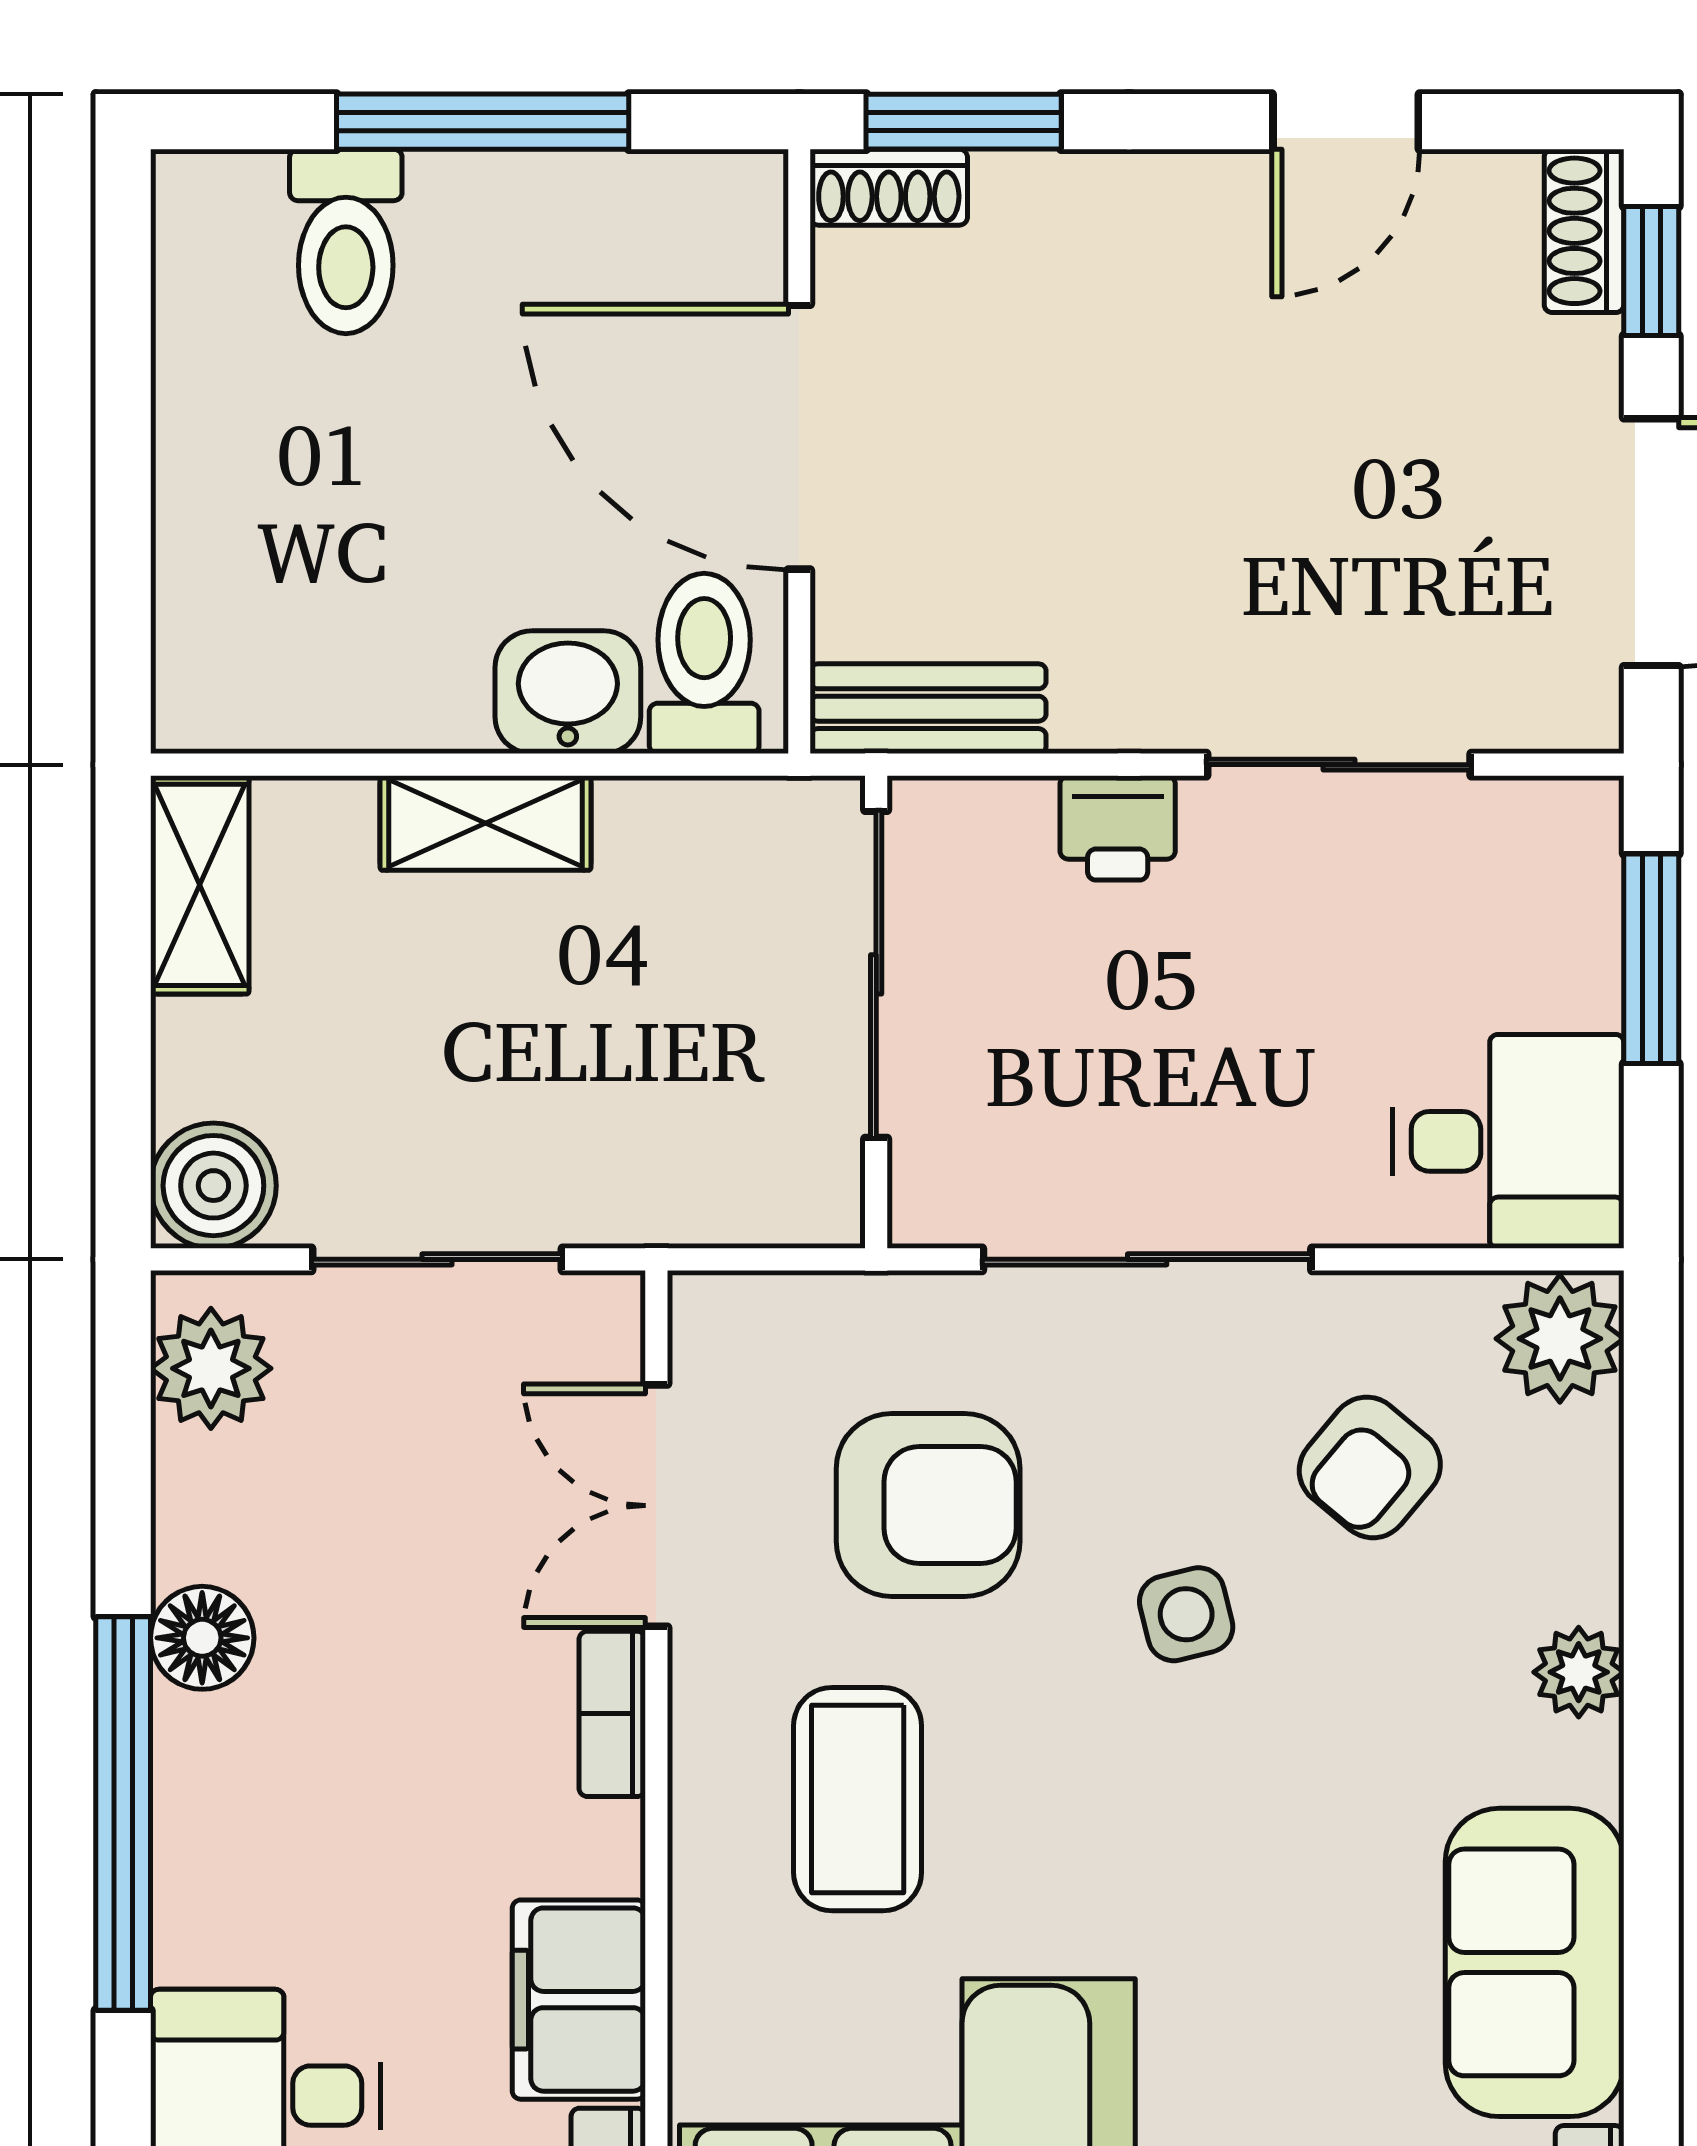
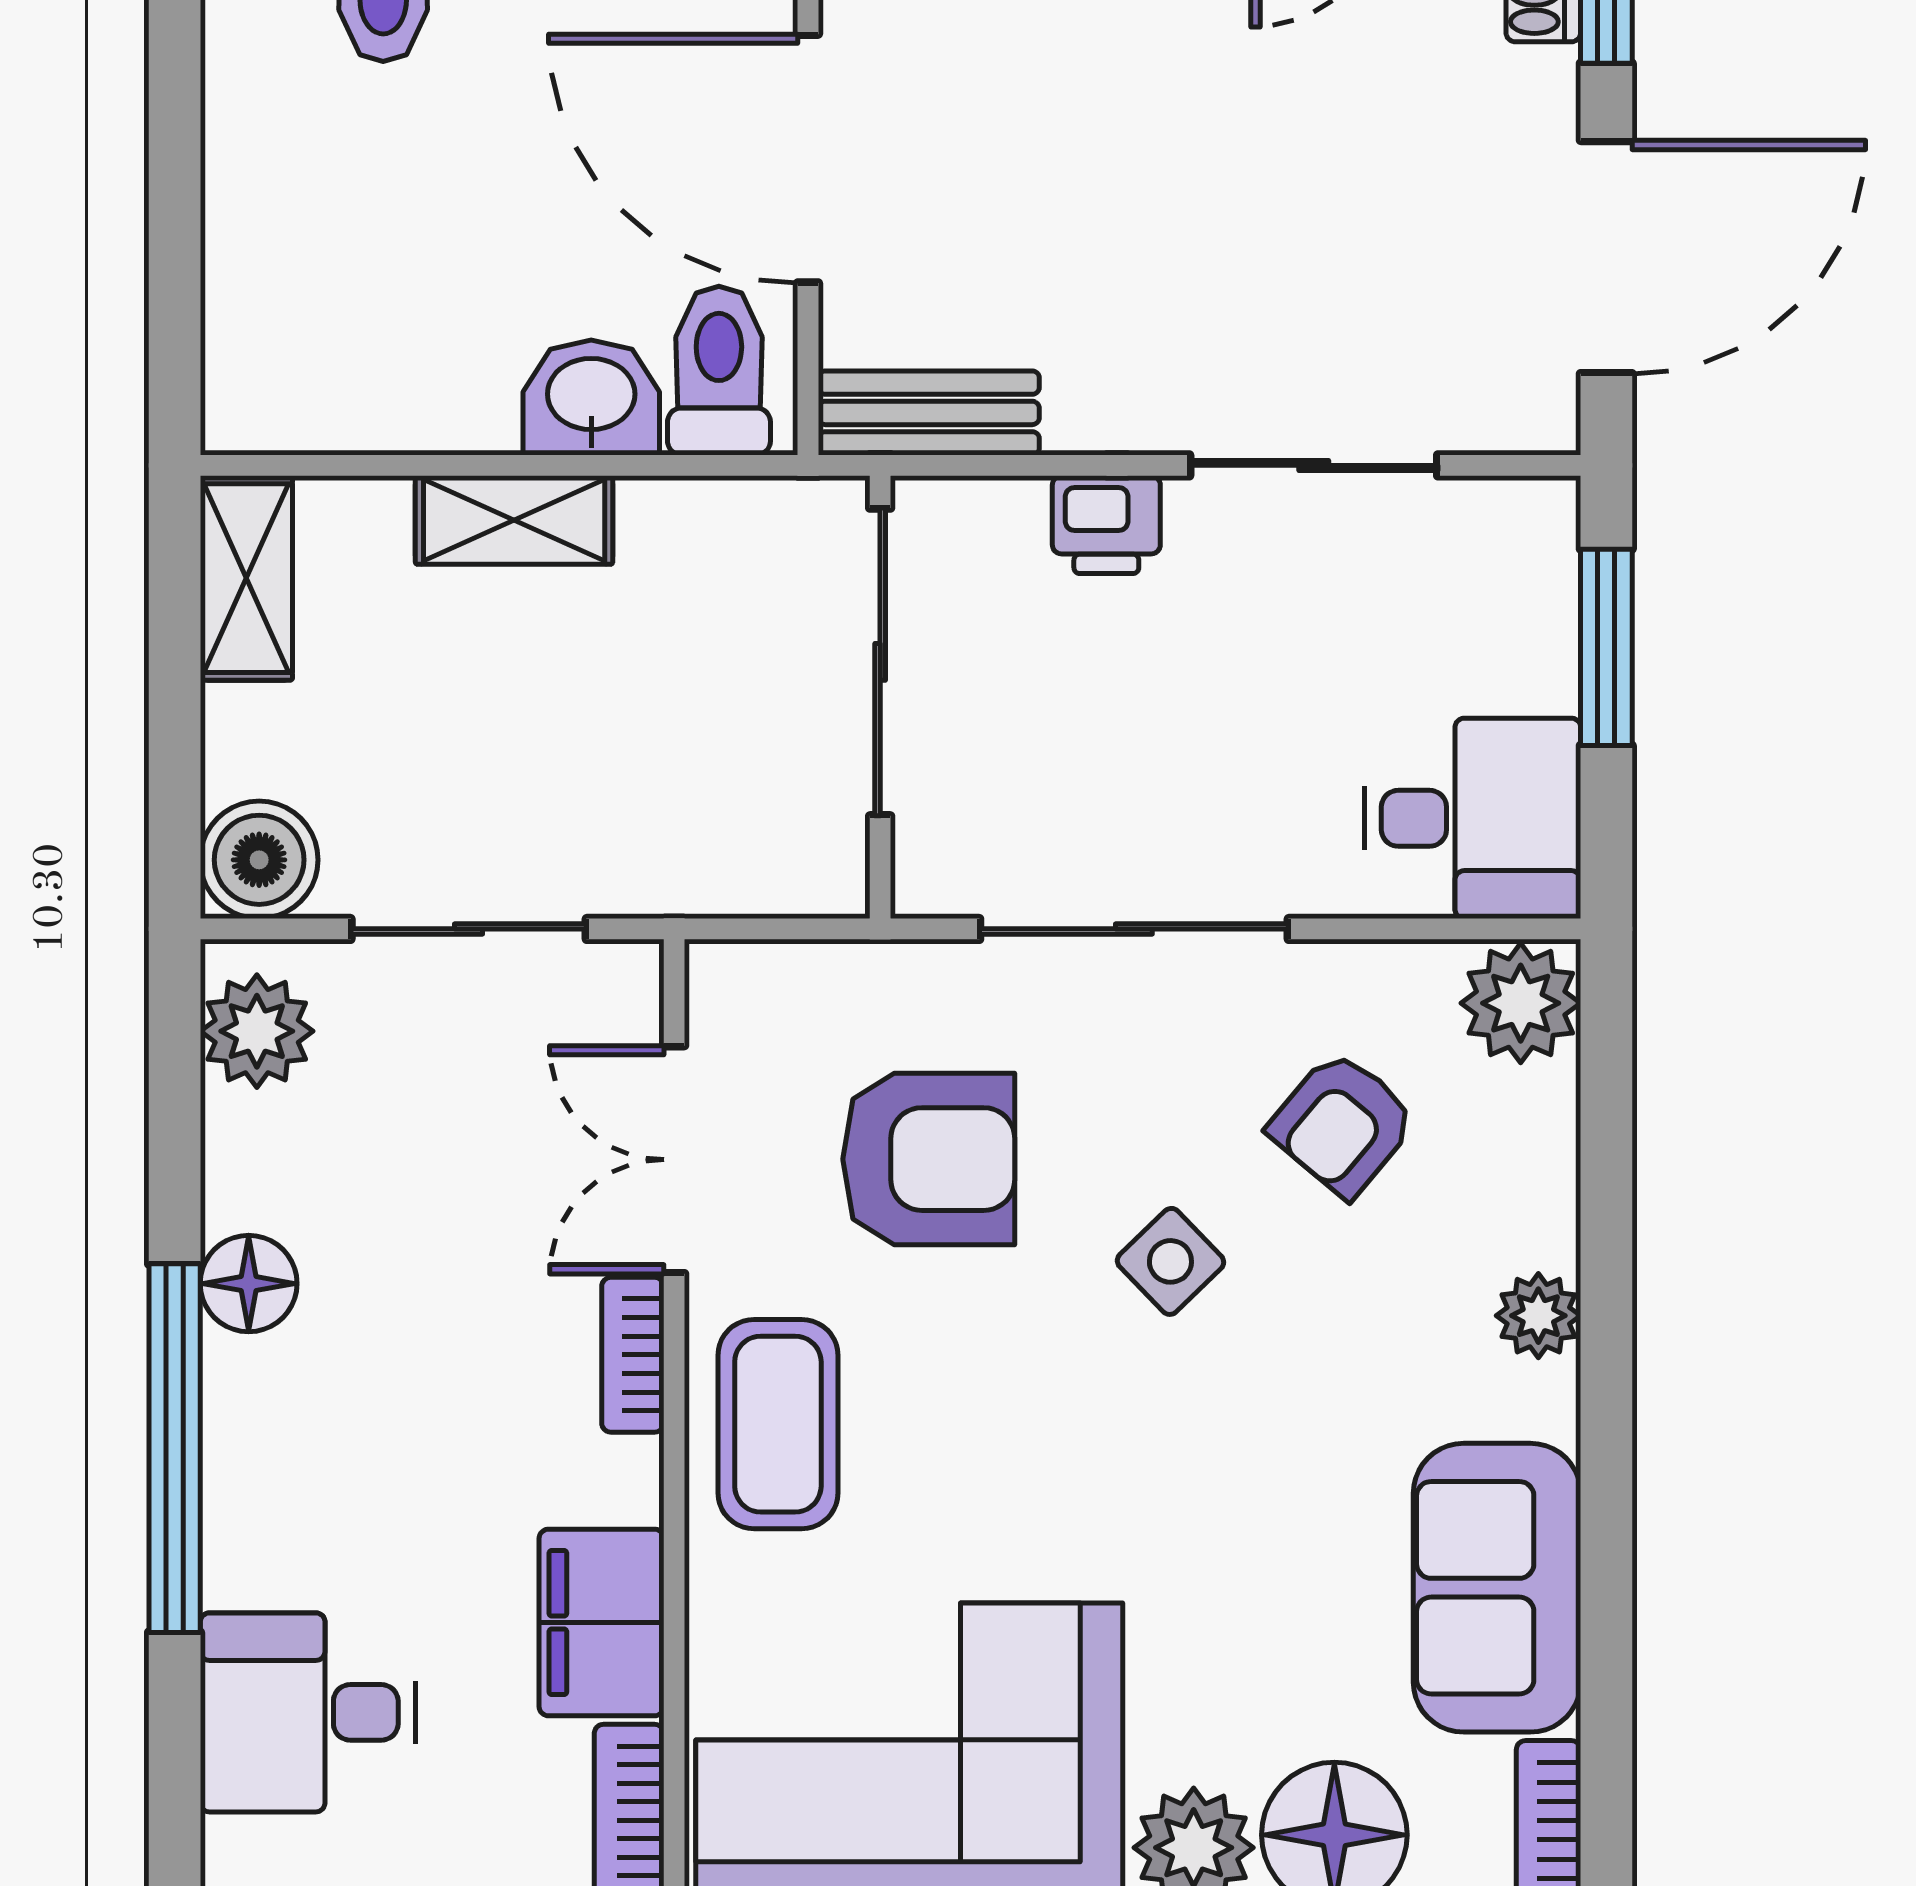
side table: (1186, 1614) -> (1170, 1261), turned -30
coffee table: (858, 1799) -> (778, 1424), moved

